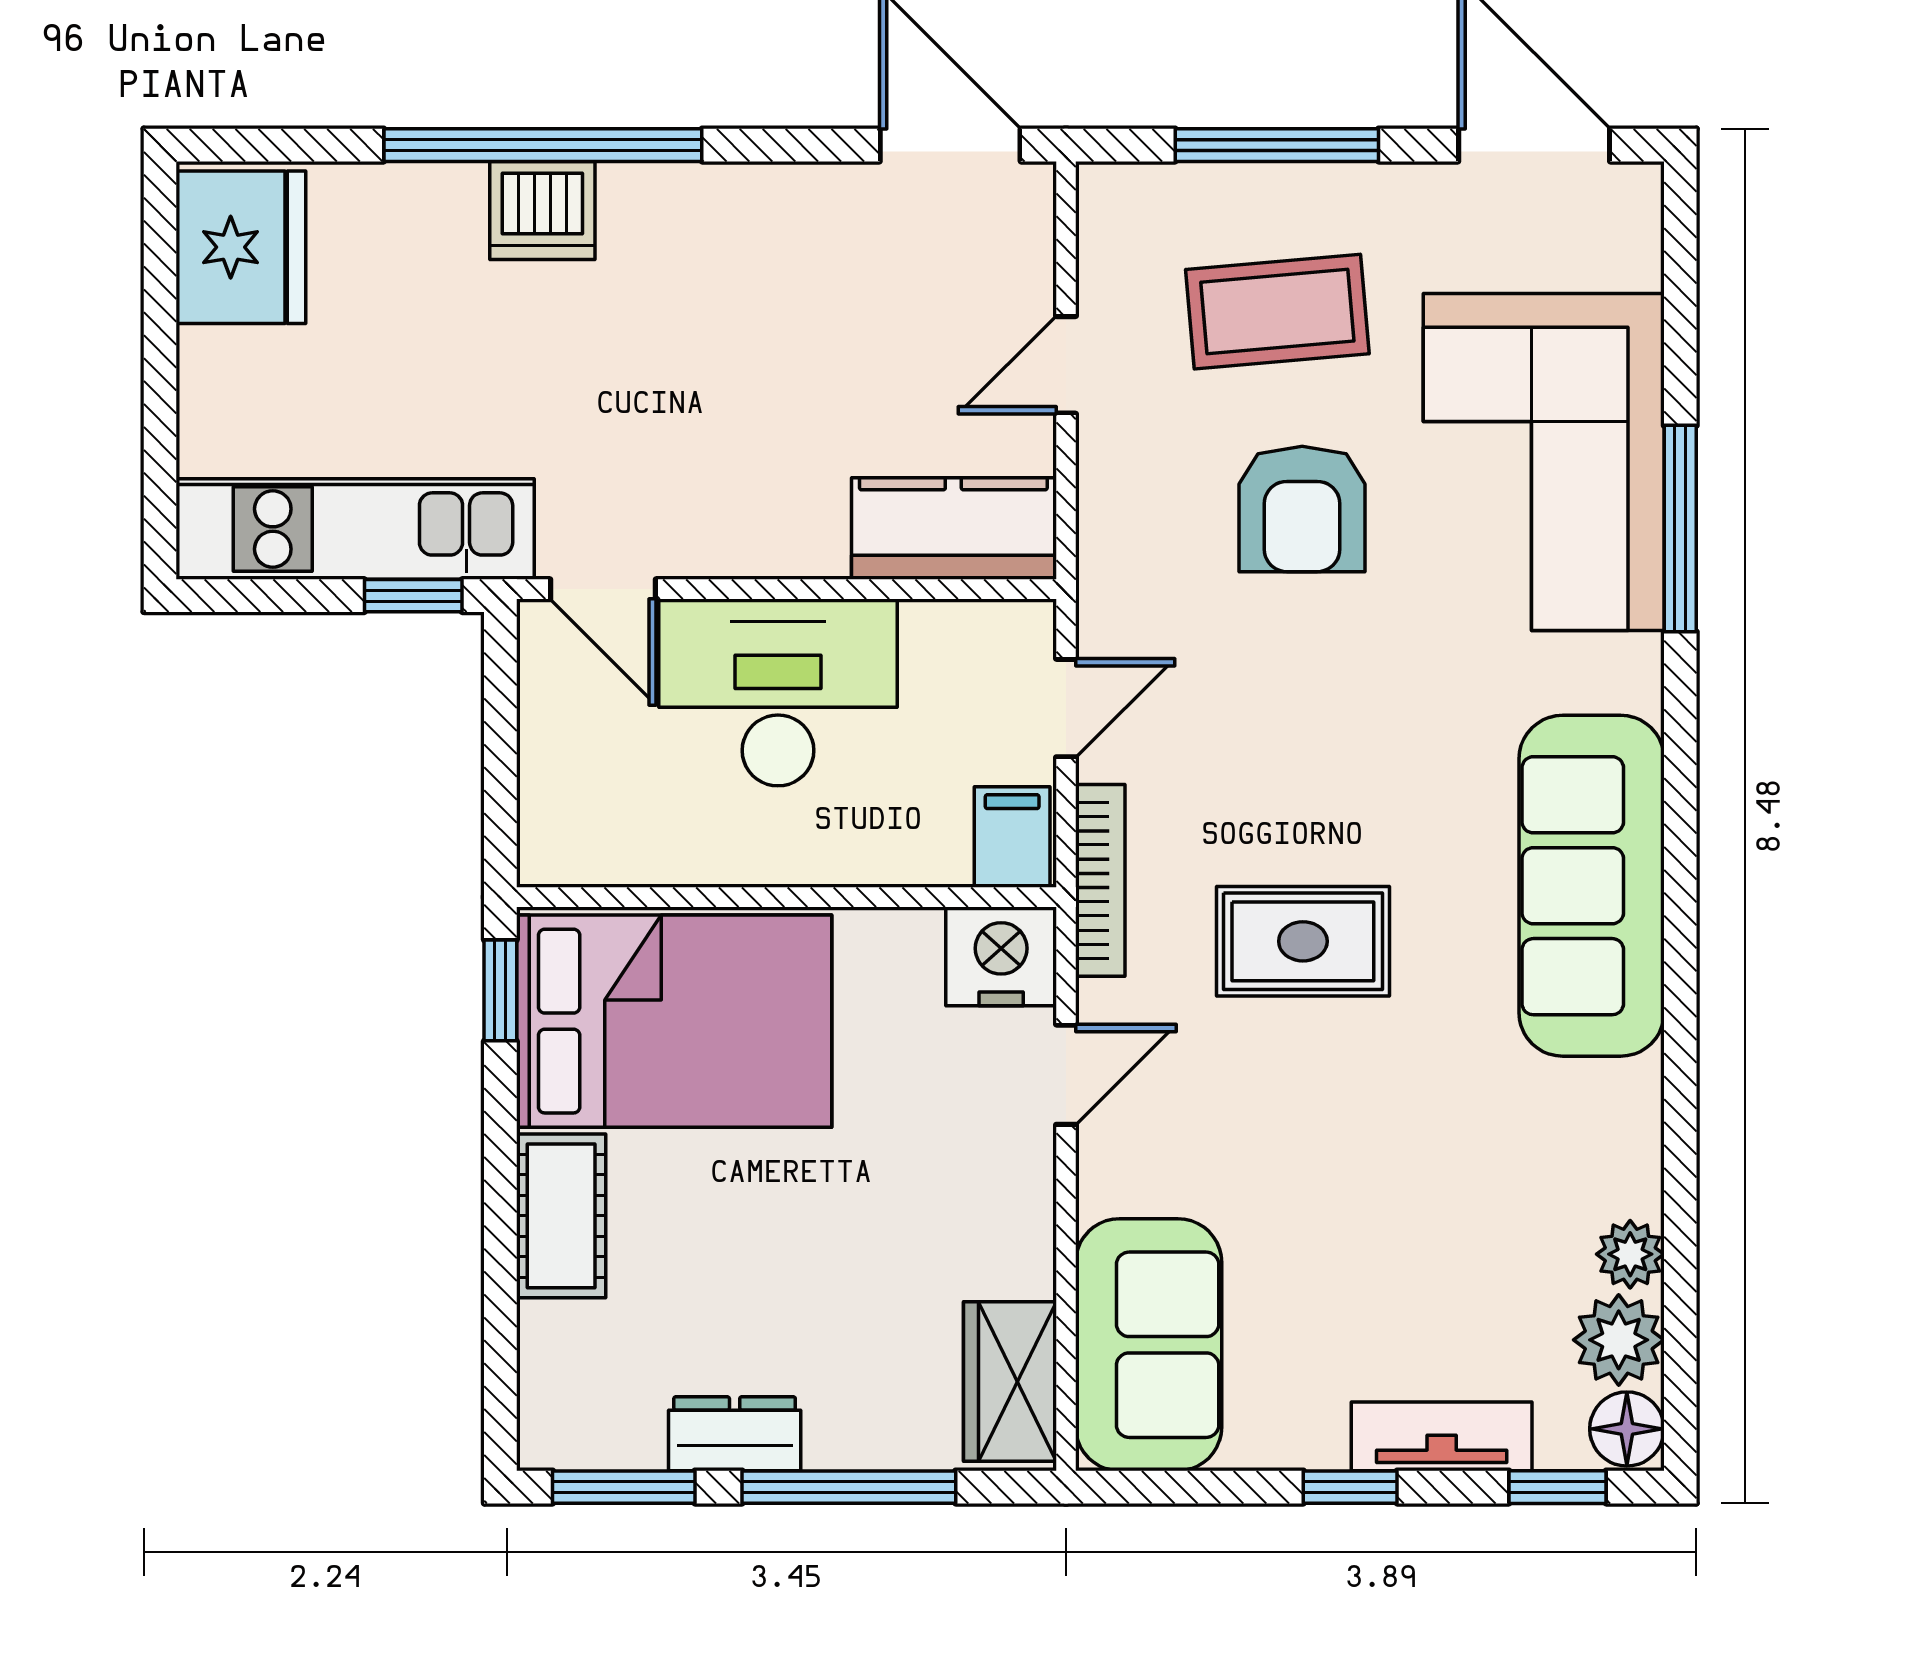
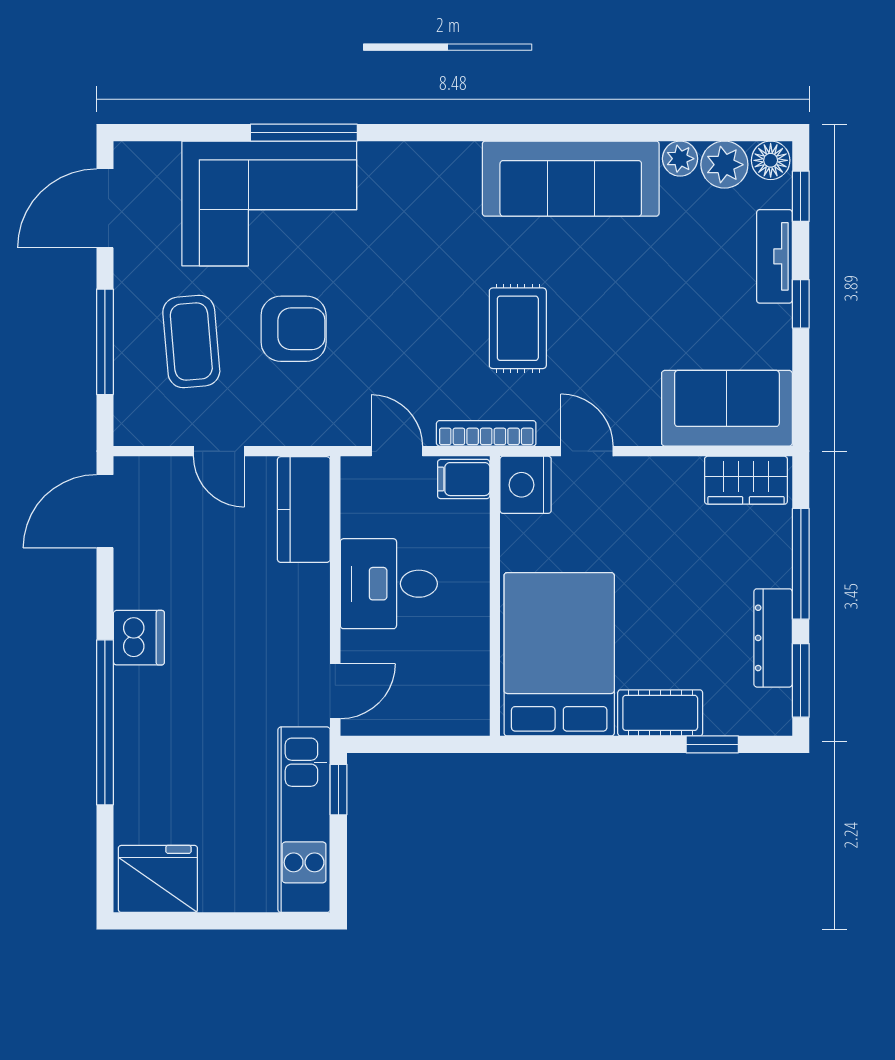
dishwasher: (542, 210) -> (139, 638), moved
desk: (778, 692) -> (389, 584), width x0.73
sofa: (1592, 886) -> (571, 179), moved
window: (500, 990) -> (712, 744), moved
dresser: (735, 1434) -> (773, 638), width x1.44

